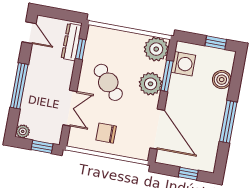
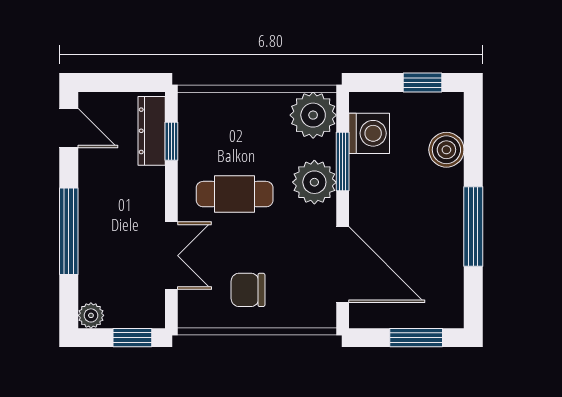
cafe table: (108, 82) -> (235, 194), turned -48
window: (188, 174) -> (416, 338), width x1.50

